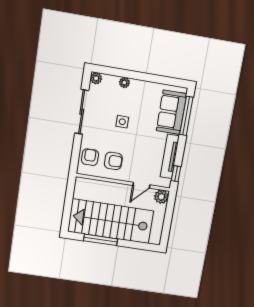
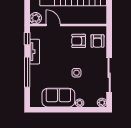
sofa: (171, 112) -> (58, 98), moved, turned -90
window: (186, 116) -> (27, 72), moved
tv unit: (170, 156) -> (35, 52), width x0.71
door: (141, 185) -> (53, 25), hinge flipped

